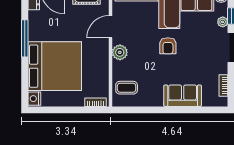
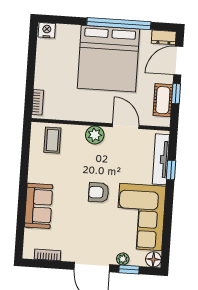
window: (25, 38) -> (119, 24), width x1.46
bed: (55, 66) -> (108, 59), moved

